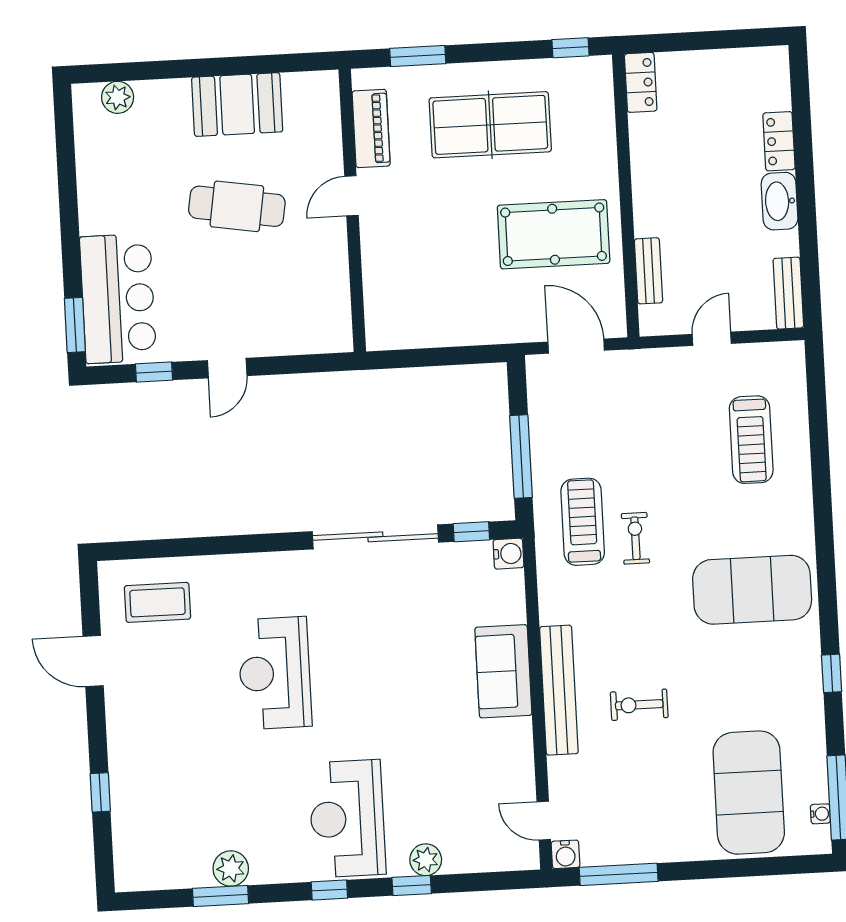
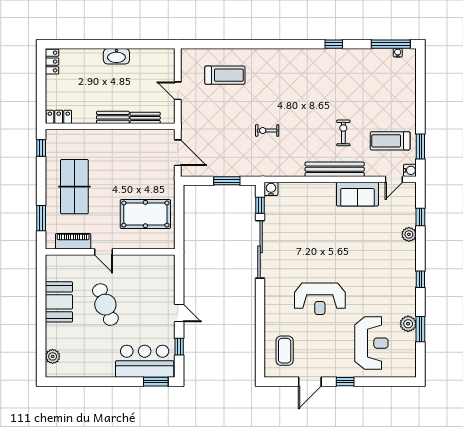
locker: (779, 141) -> (52, 62), moved, turned -90
cafe table: (237, 206) -> (105, 305), turned -30
pool table: (554, 234) -> (145, 214), moved, turned 90
bench: (788, 293) -> (113, 117), moved
door: (576, 346) -> (178, 153), swing flipped
window: (521, 456) -> (227, 181), width x0.69
treadmill: (583, 522) -> (390, 141), moved
exercise mat: (752, 590) -> (294, 78), removed
sofa: (503, 671) -> (357, 194), moved
exercise bike: (639, 705) -> (343, 133), turned 180
window: (100, 792) -> (345, 382), moved
exercise mat: (749, 793) -> (386, 85), removed
reception desk: (347, 819) -> (371, 343), moved, turned -90
window: (619, 874) -> (420, 147), width x0.69
window: (412, 886) -> (420, 217), moved

